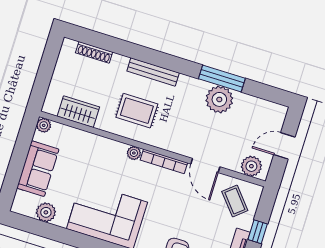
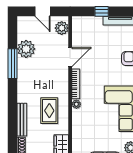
bench: (153, 72) -> (22, 120), moved
plant: (219, 99) -> (26, 49), moved
coffee table: (235, 201) -> (87, 32), removed

